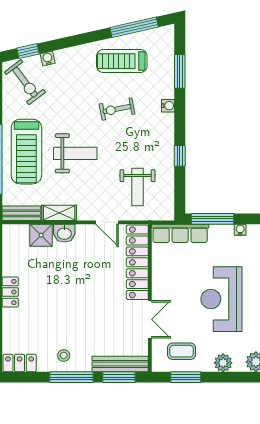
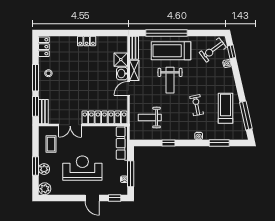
window: (213, 219) -> (131, 174), moved
door: (107, 222) -> (128, 88), moved
bench: (120, 364) -> (43, 112), width x0.73
window: (186, 377) -> (35, 166), moved

